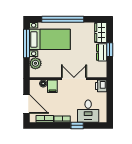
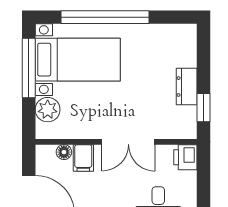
wardrobe: (101, 33) -> (185, 45), removed
window: (110, 50) -> (204, 108), moved
double door: (74, 79) -> (128, 142), swing flipped

